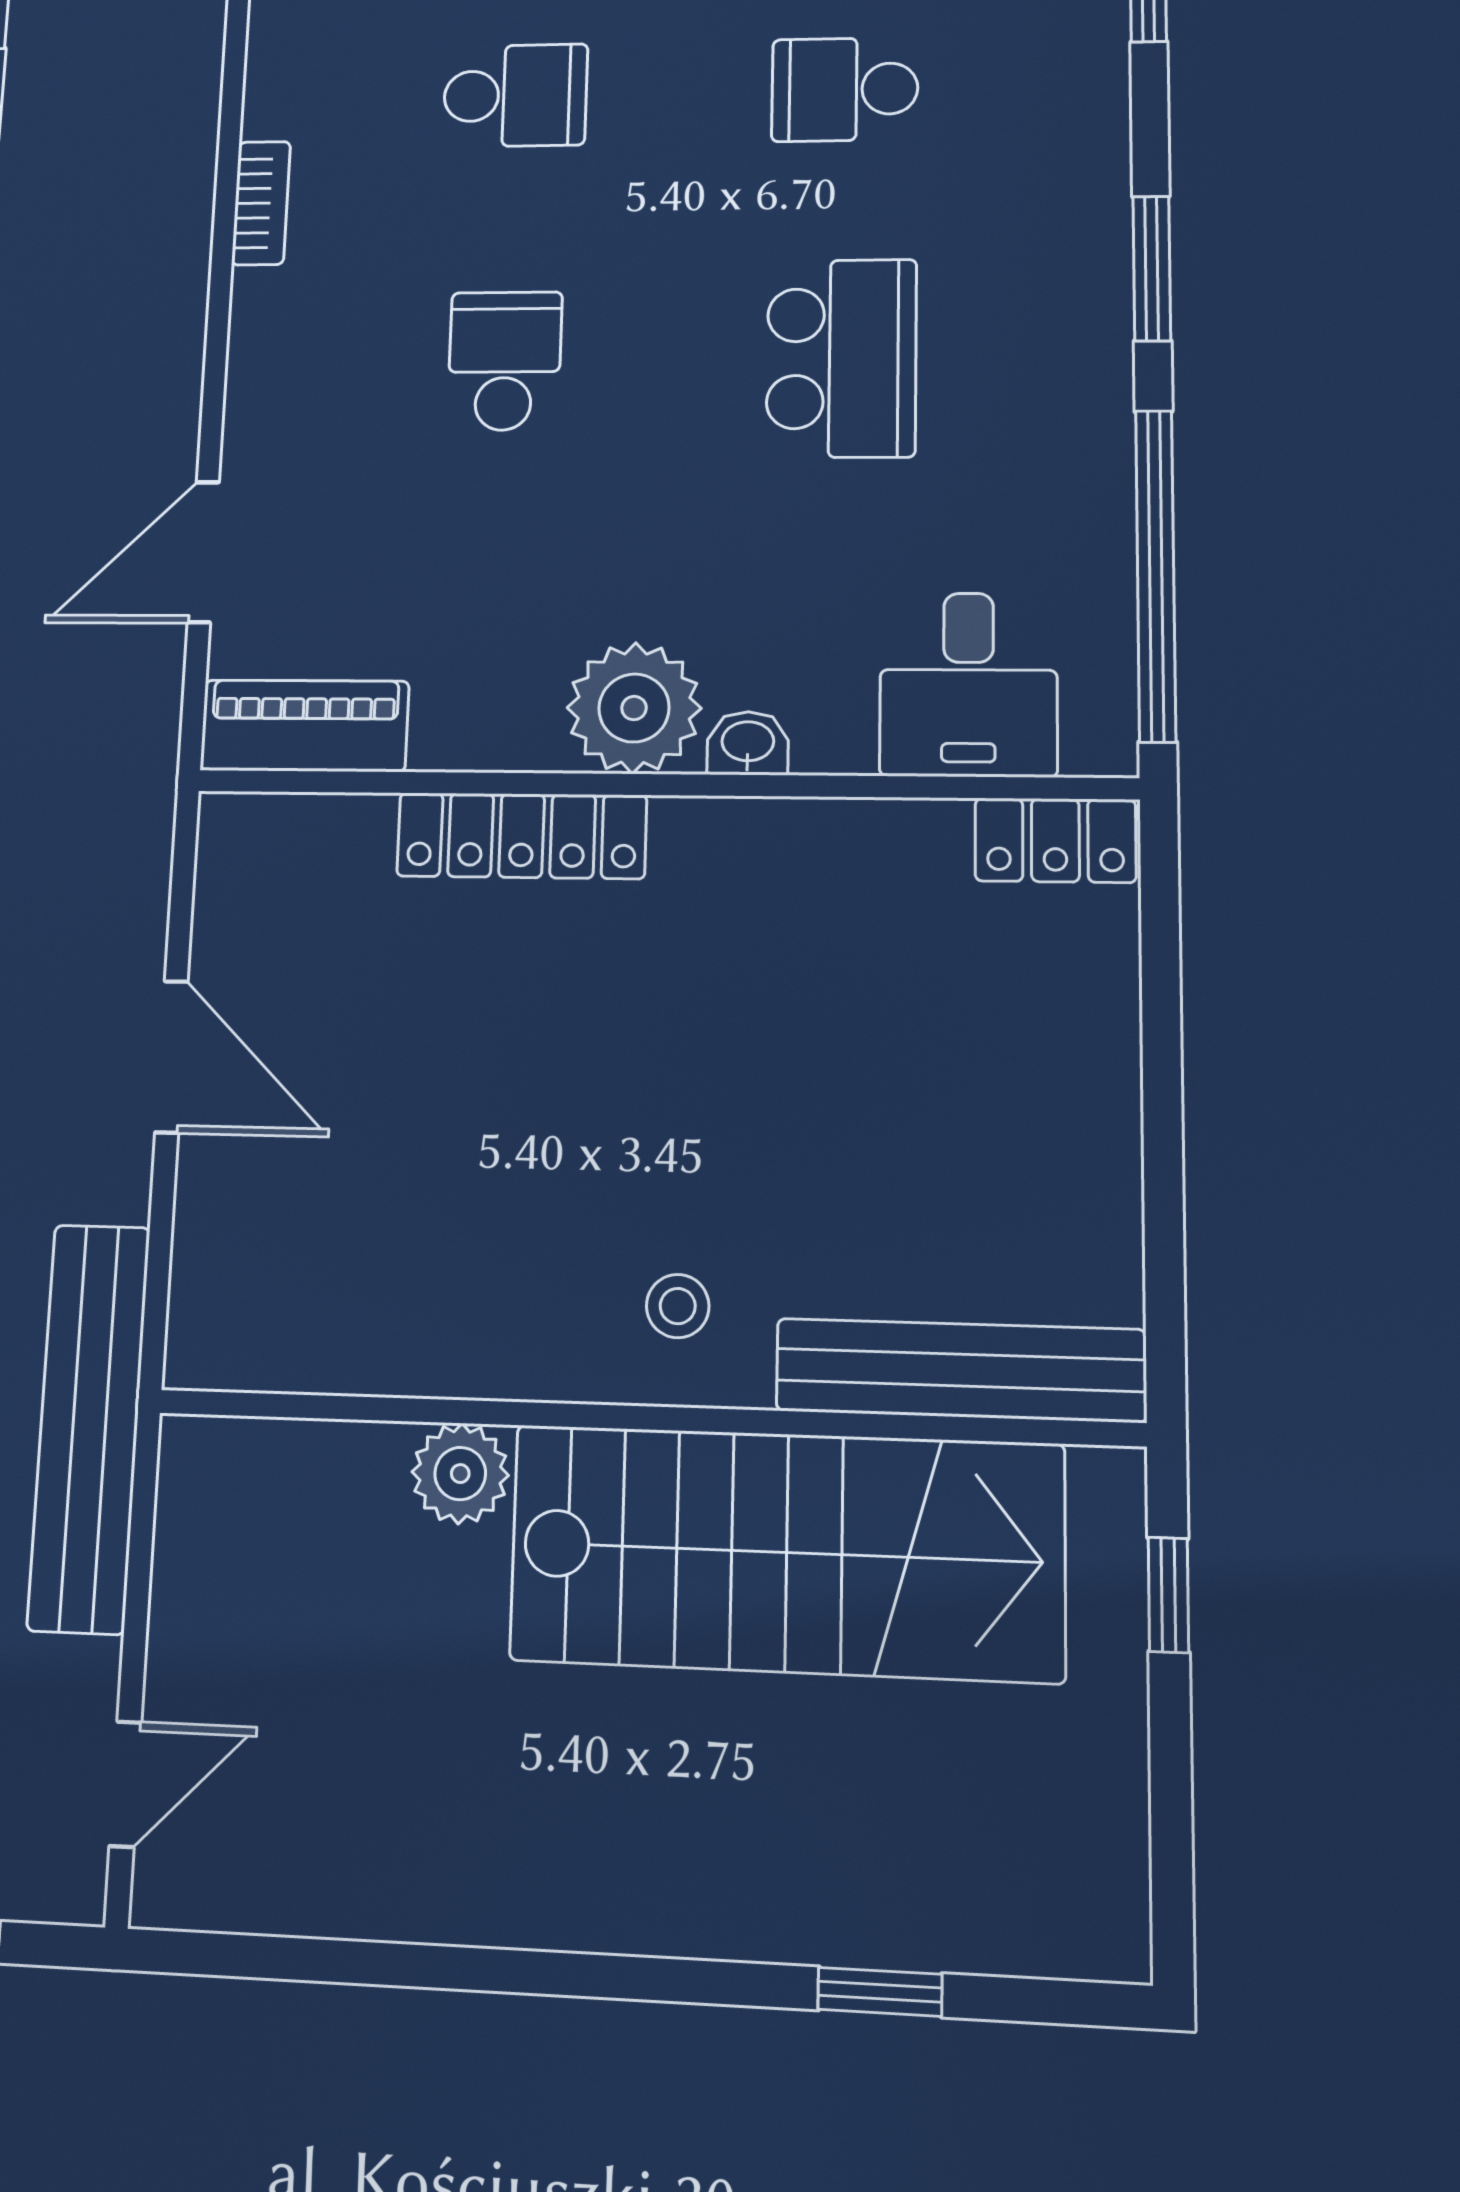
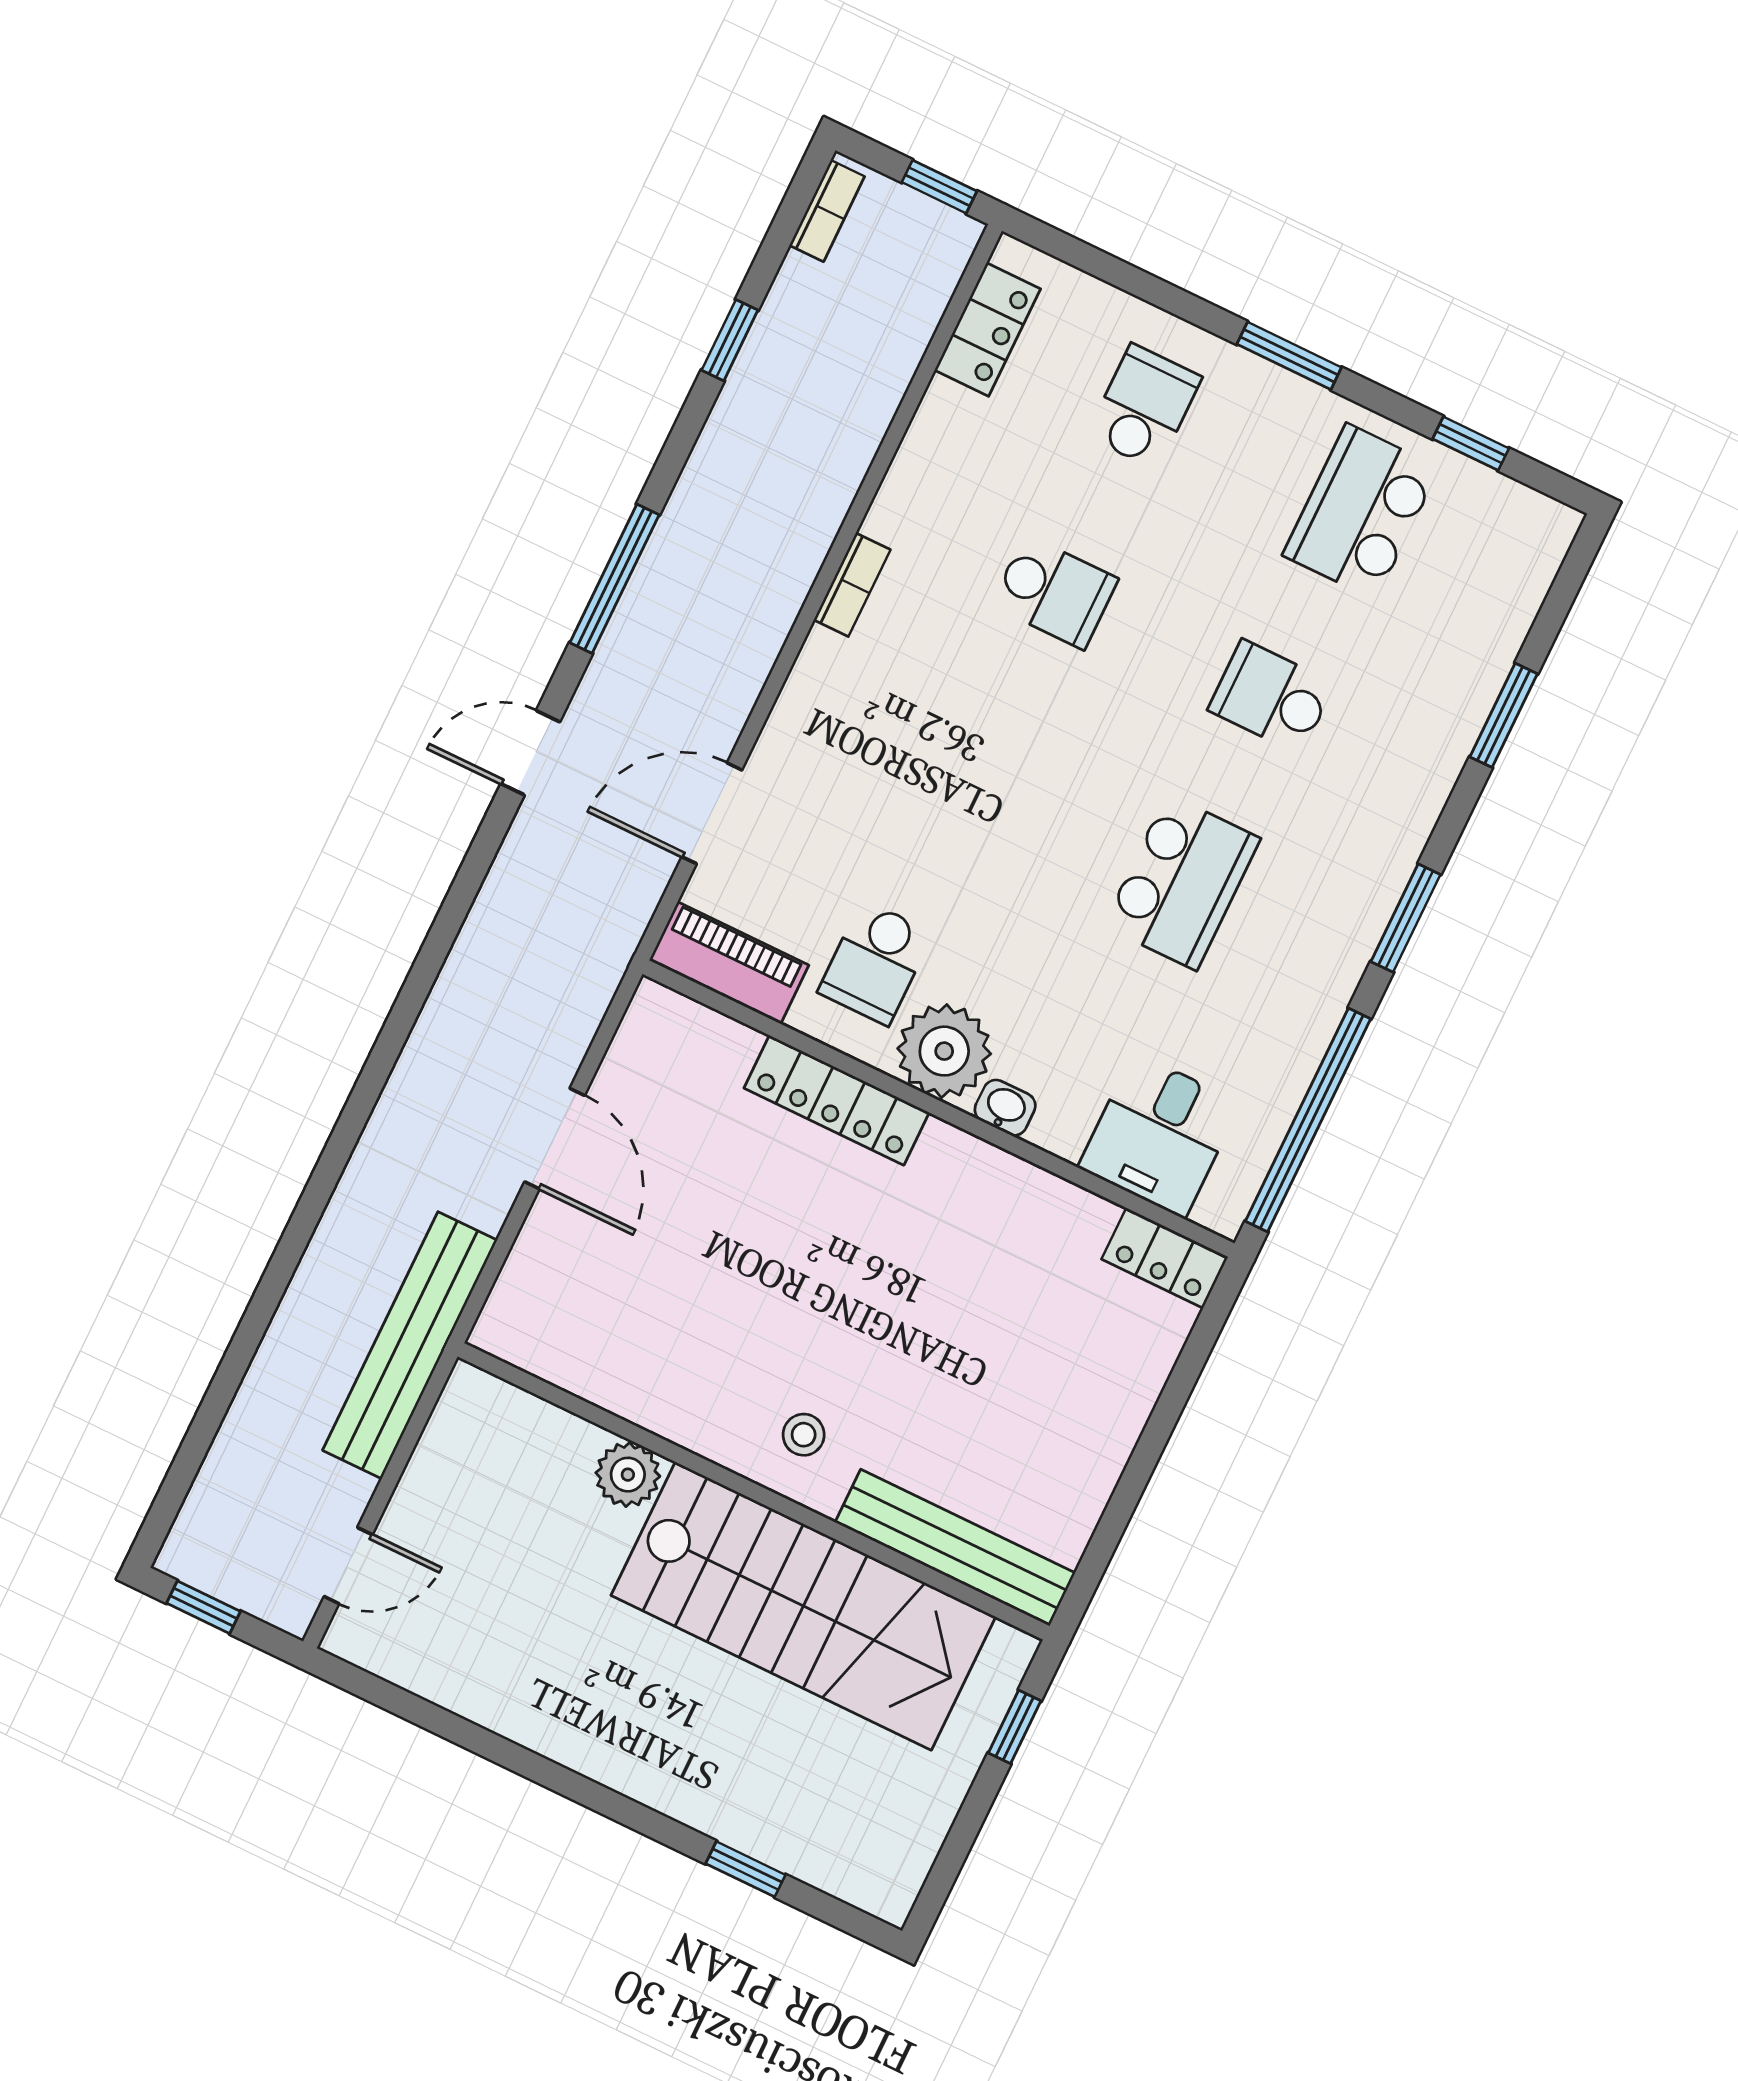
school desk: (505, 361) -> (875, 963), moved, turned 180

